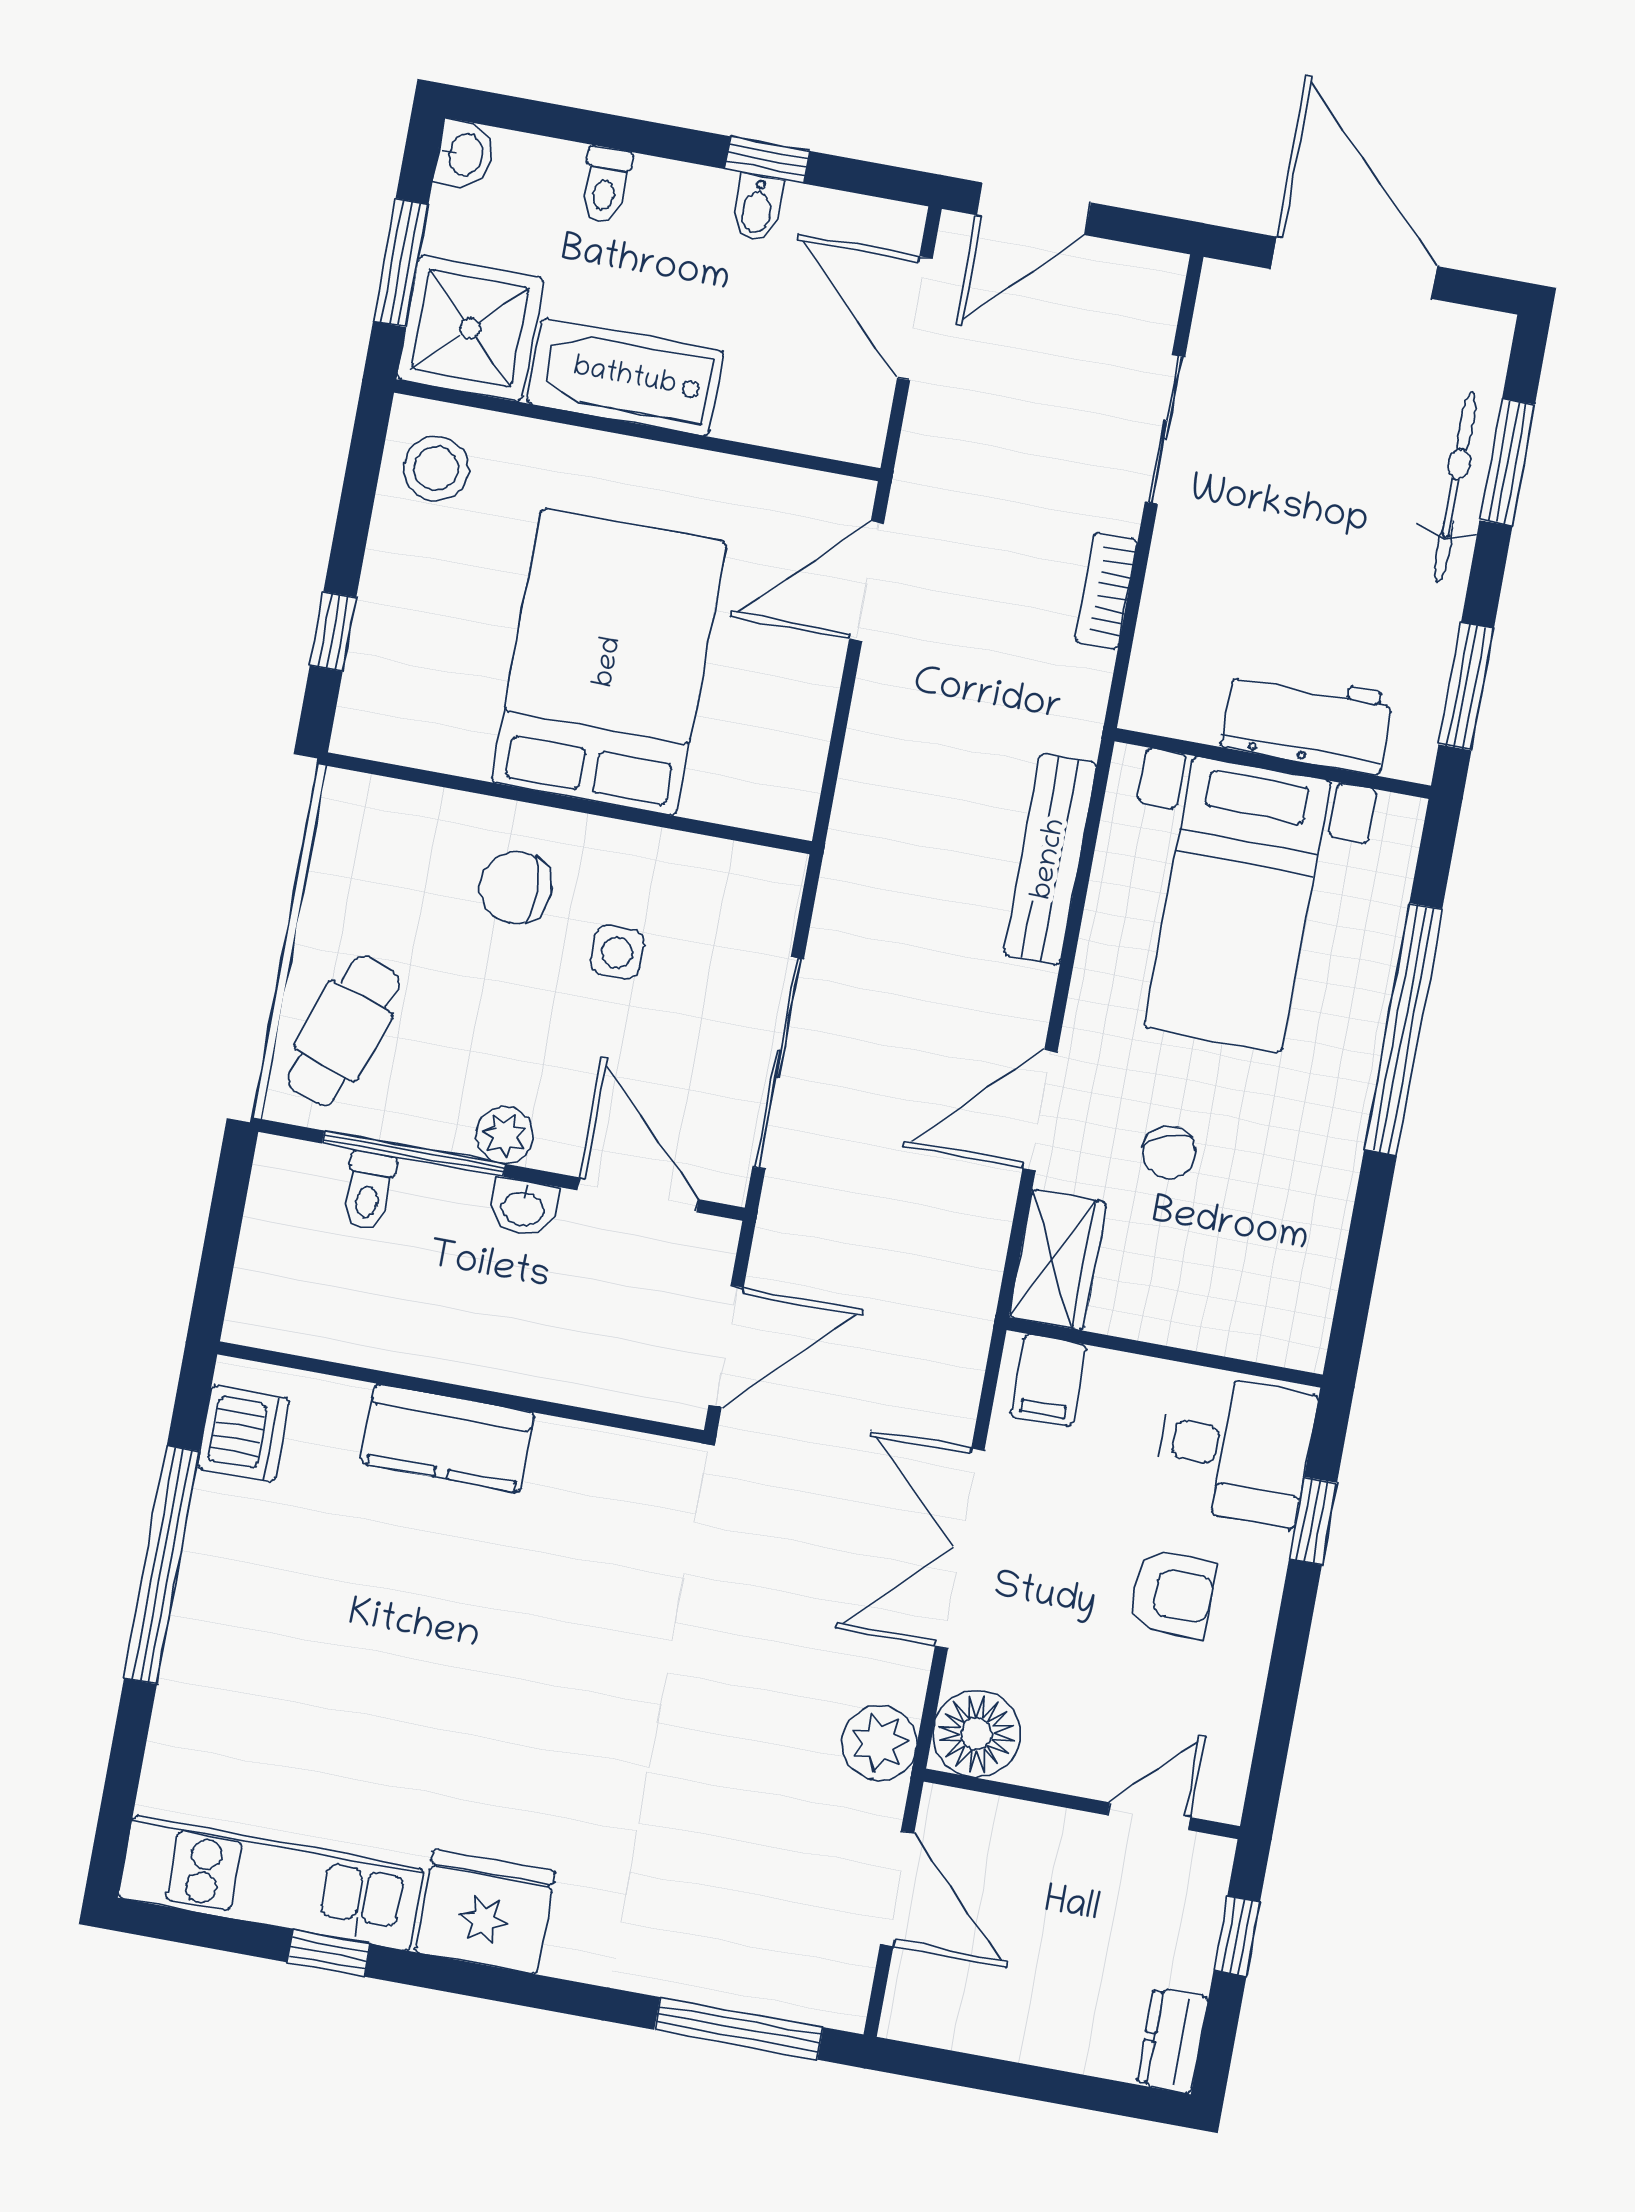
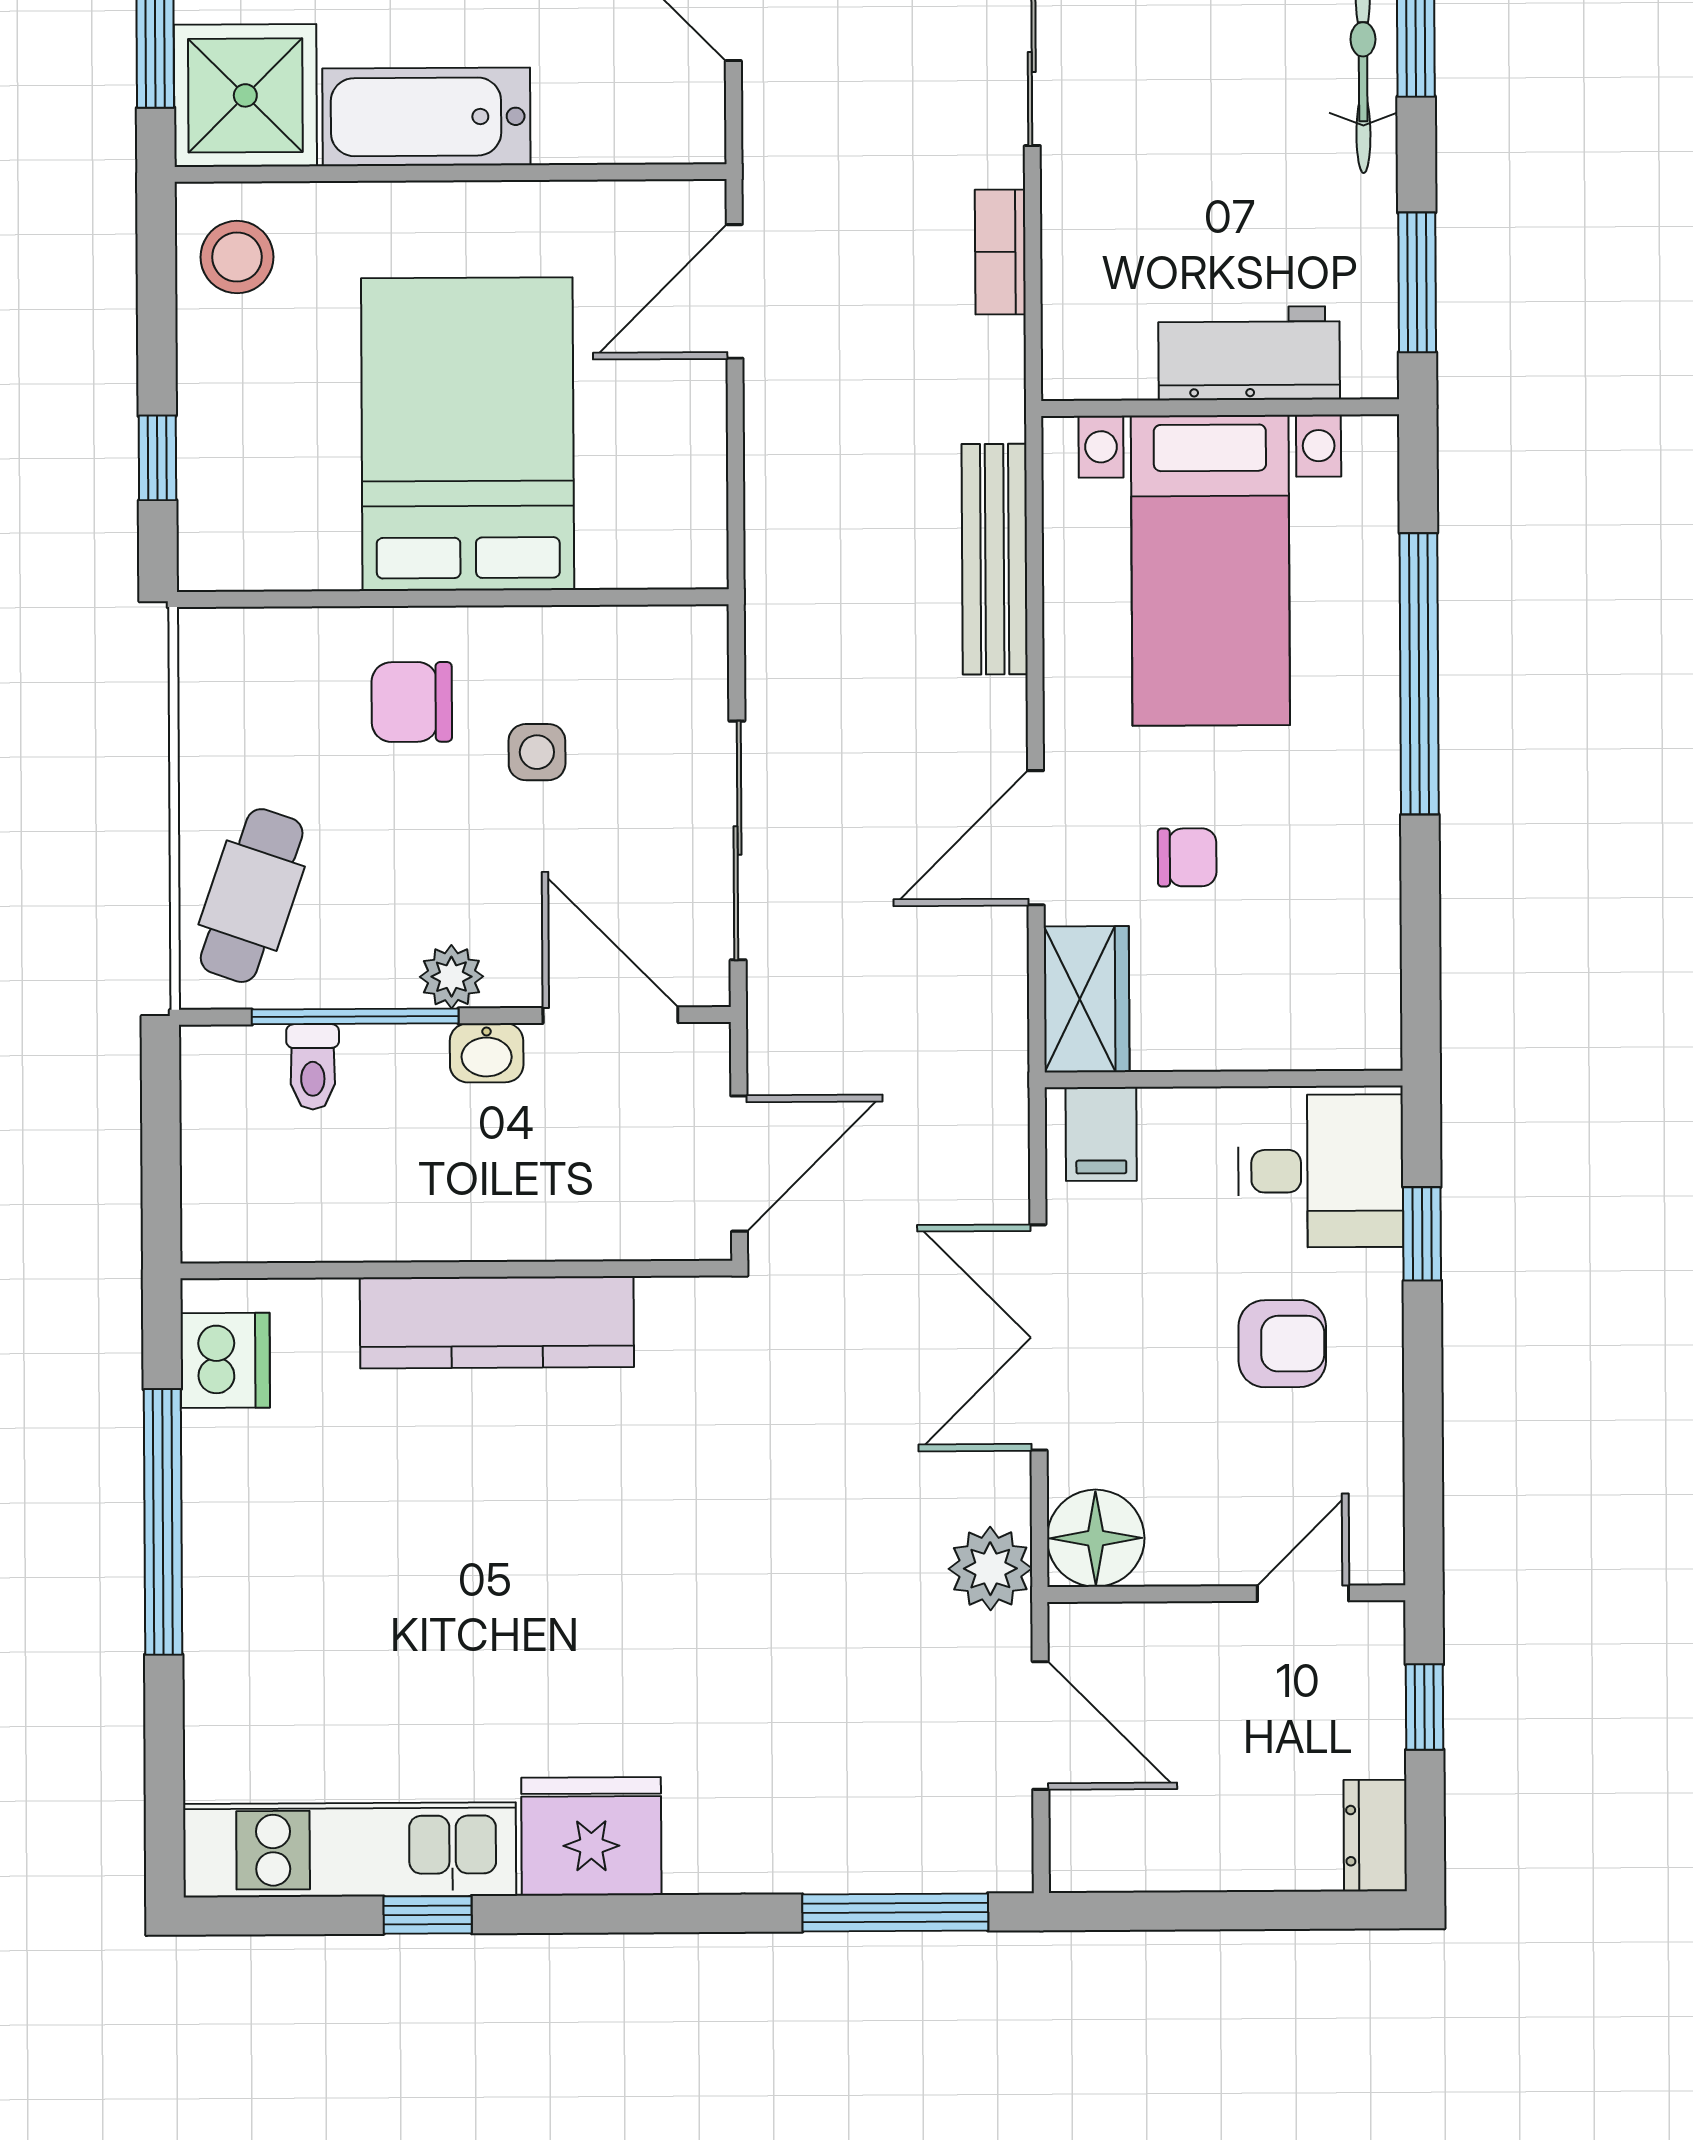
chair: (1169, 1152) -> (1187, 857), turned -69
kitchen counter: (448, 1438) -> (497, 1322), width x1.50

